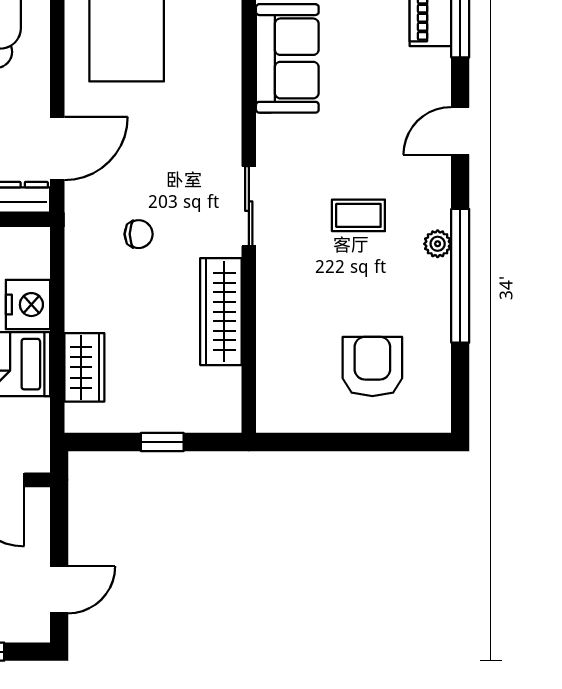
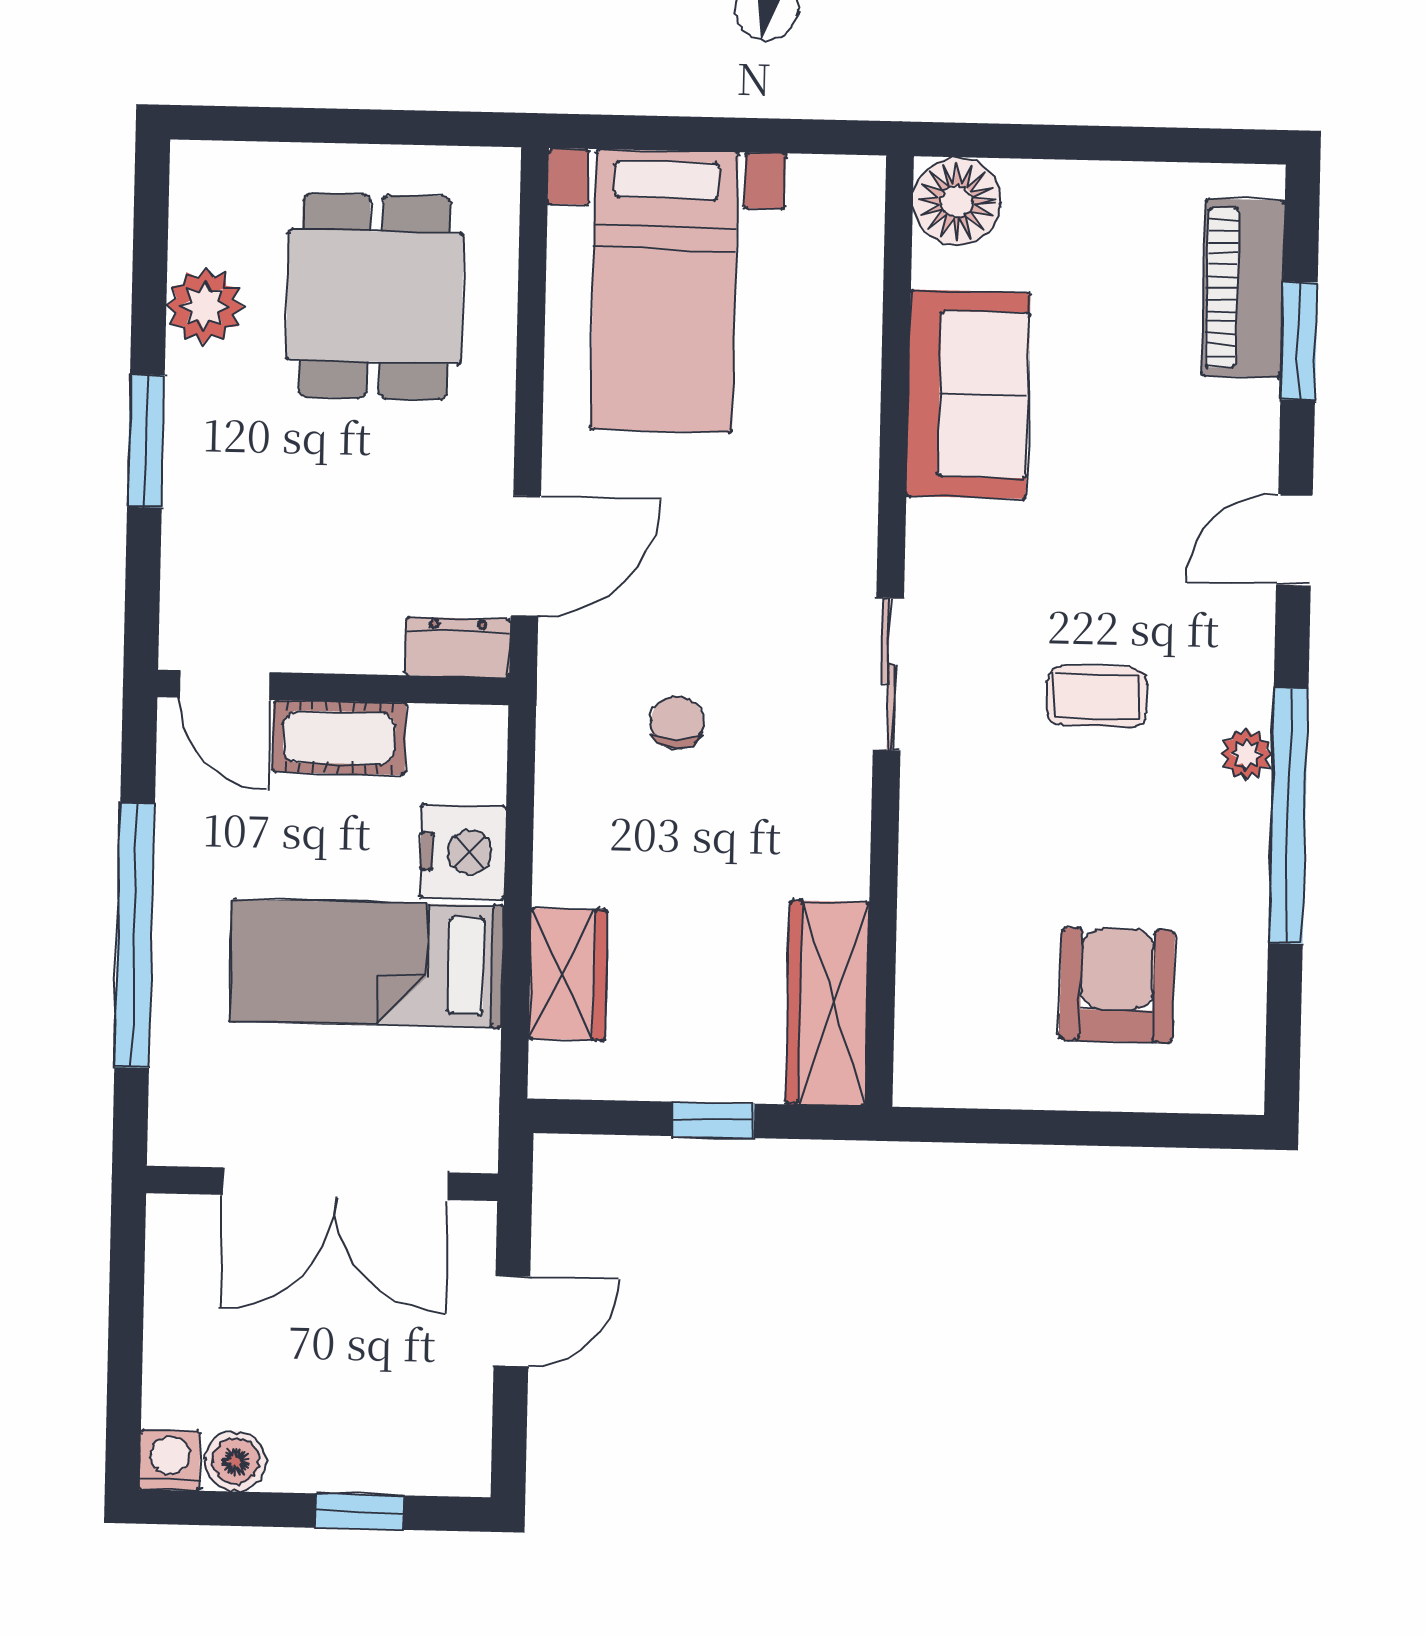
chair: (139, 234) -> (677, 723), turned -90
wardrobe: (221, 312) -> (828, 1003), moved
door: (59, 590) -> (512, 1321), moved

